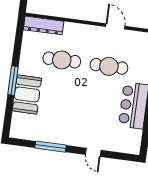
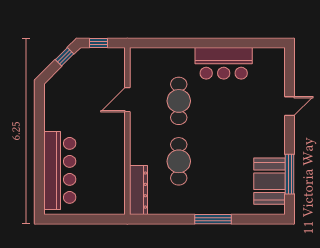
booth: (27, 95) -> (270, 181), moved, turned 90
window: (50, 147) -> (290, 174), moved

